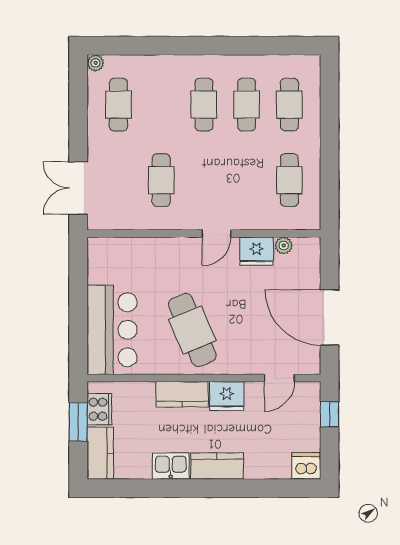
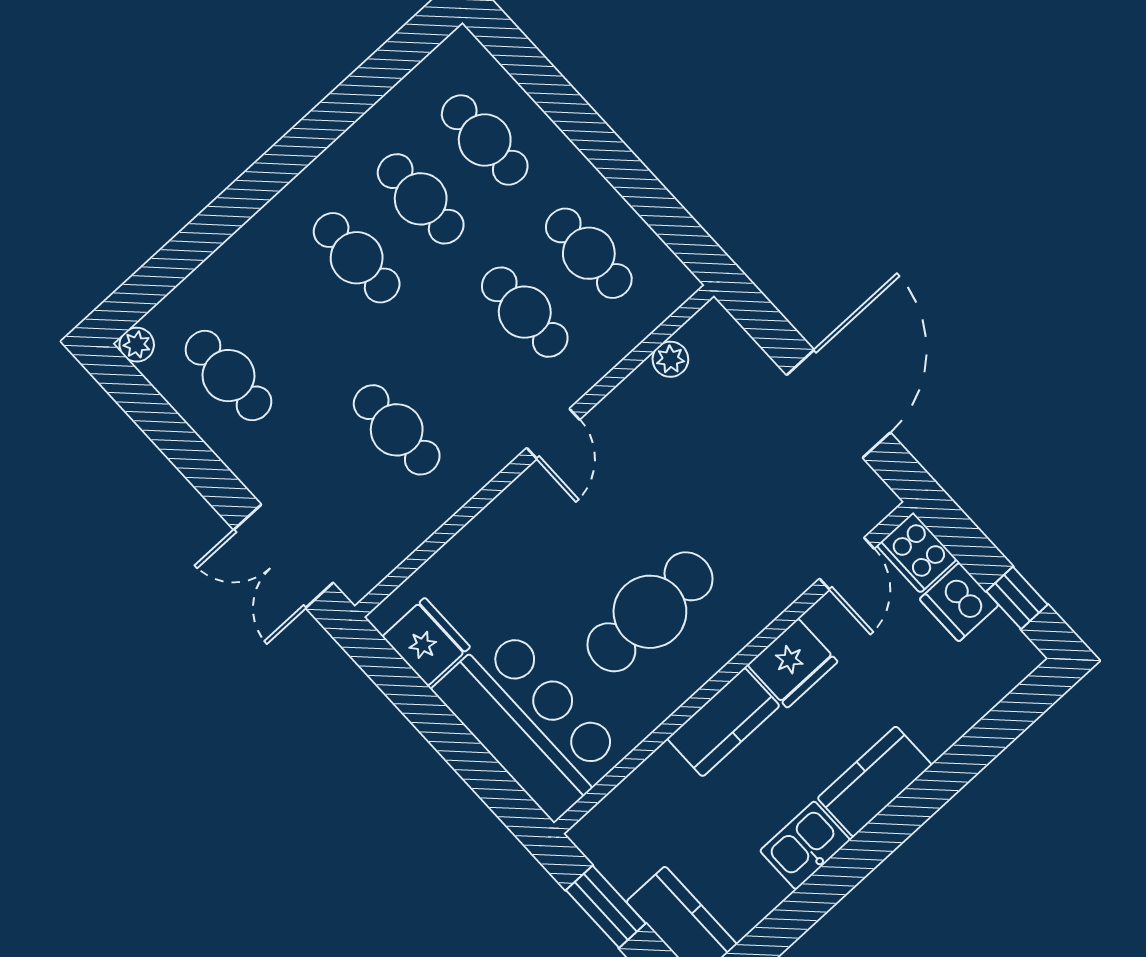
cafe table: (247, 180) -> (525, 312), added
fridge: (257, 251) -> (426, 642), moved, turned -90
door: (330, 318) -> (838, 404), swing flipped
cafe table: (192, 330) -> (650, 612), turned -67
cooker: (99, 409) -> (917, 553), moved, turned 180
window: (330, 414) -> (1017, 598), moved
dishwasher: (306, 466) -> (959, 602), moved, turned -90

